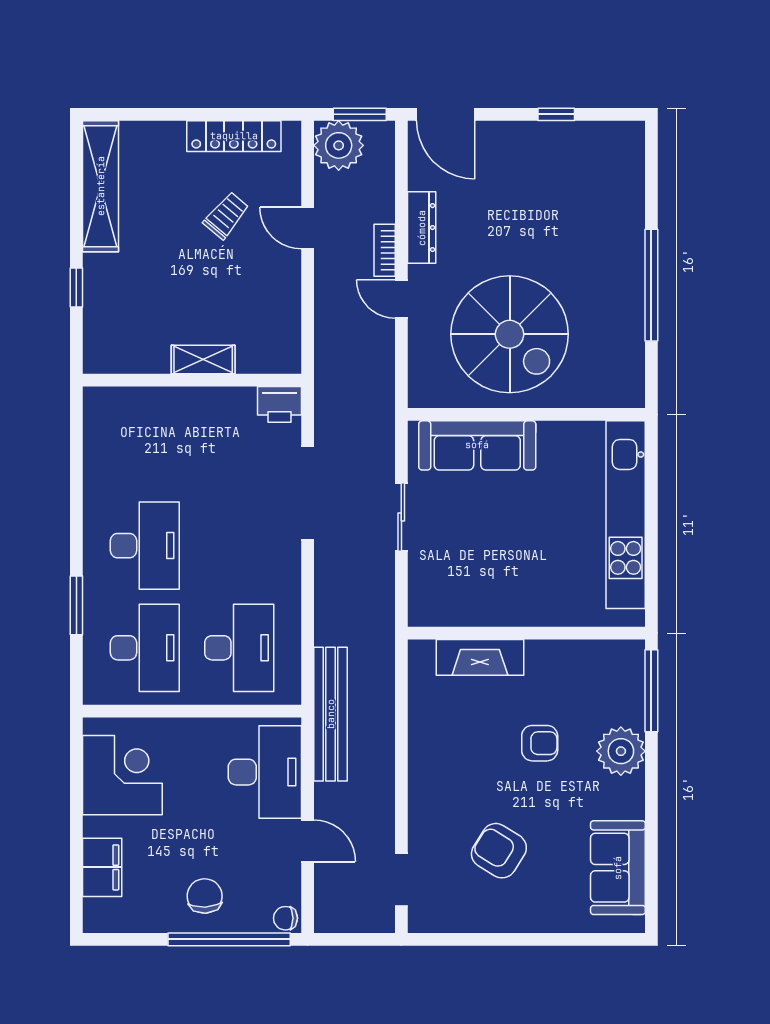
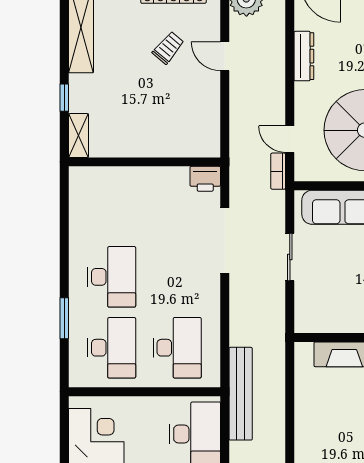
bookcase: (385, 250) -> (278, 171), moved
door: (401, 299) -> (290, 139), moved
shelving: (203, 359) -> (78, 136), moved, turned 90

